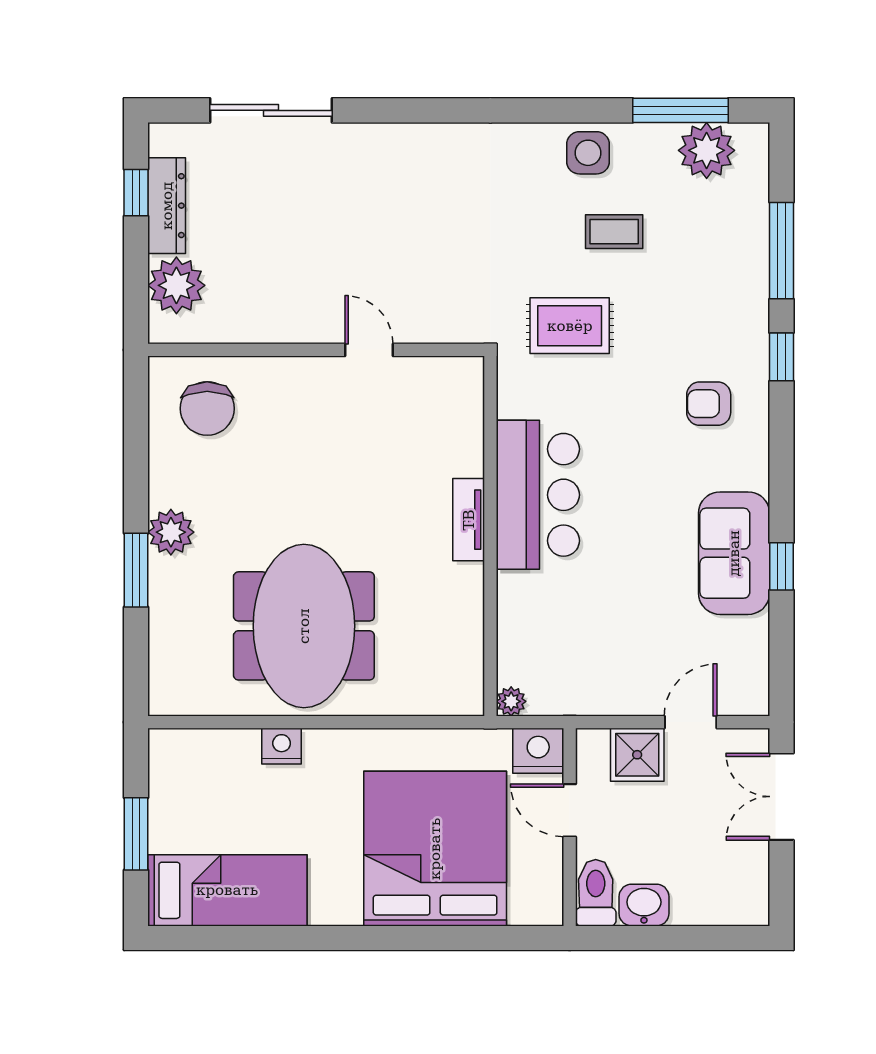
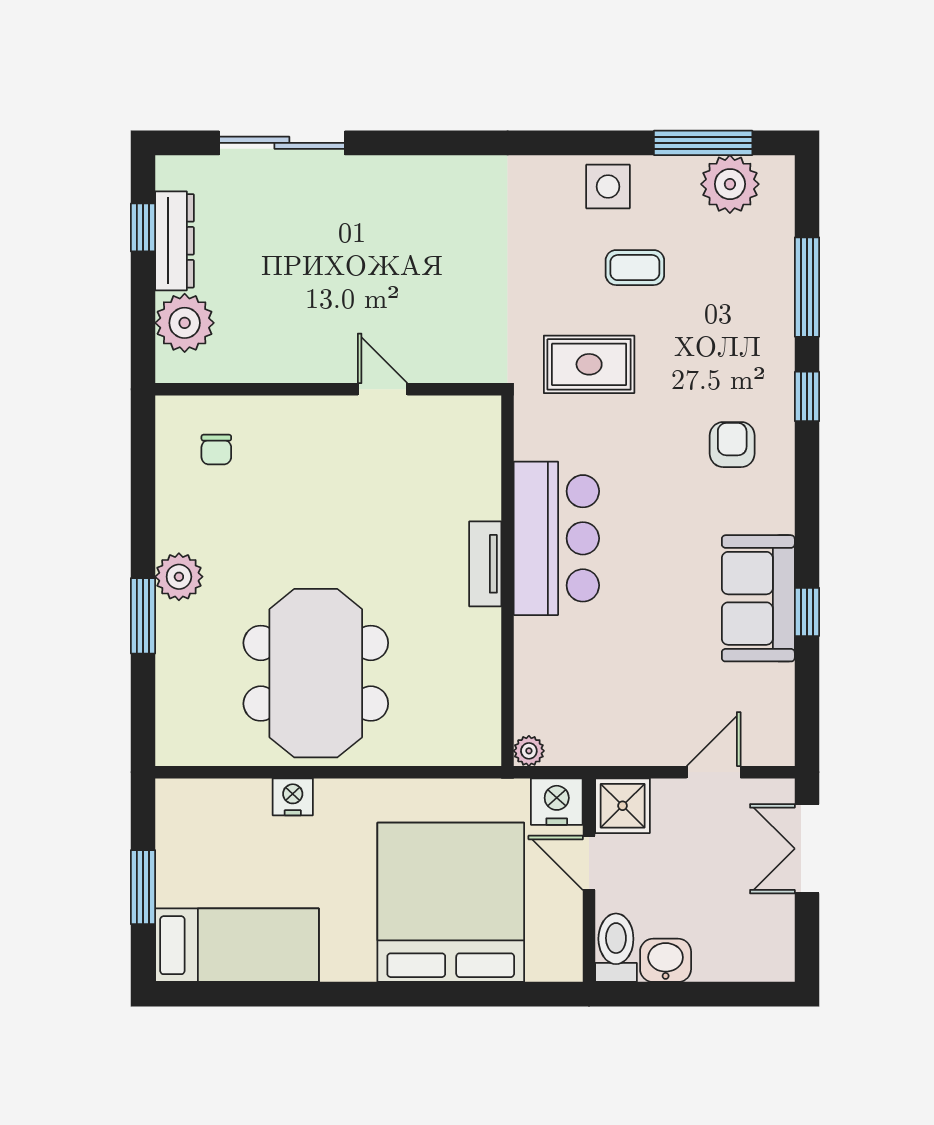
armchair: (709, 404) -> (732, 445), turned 90
chair: (207, 409) -> (216, 450), width x0.54, depth x0.54
shower: (637, 755) -> (623, 806), moved

